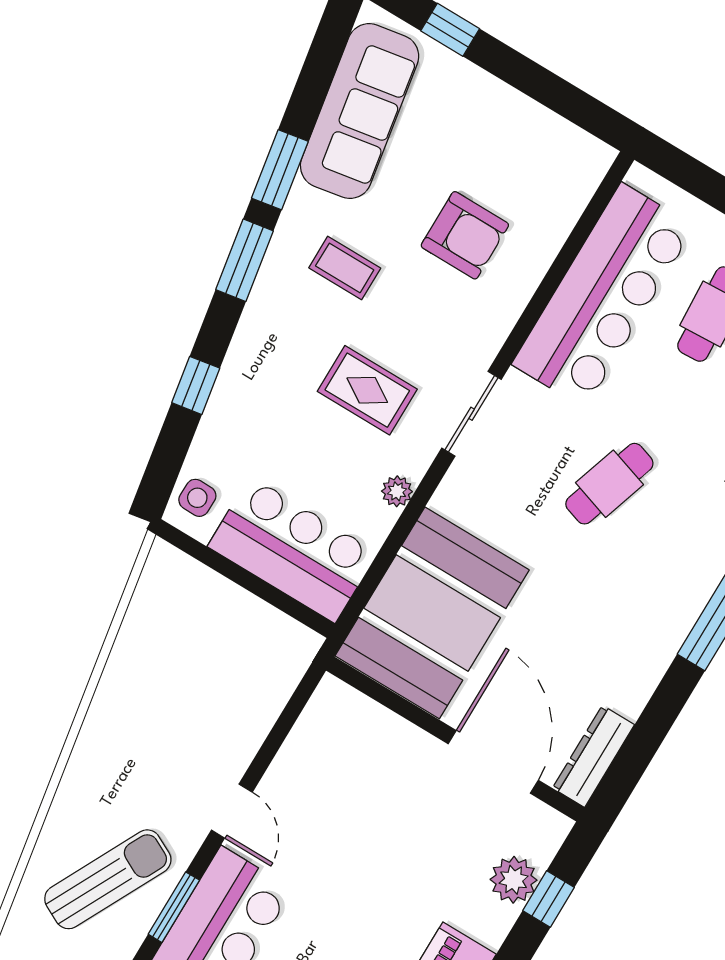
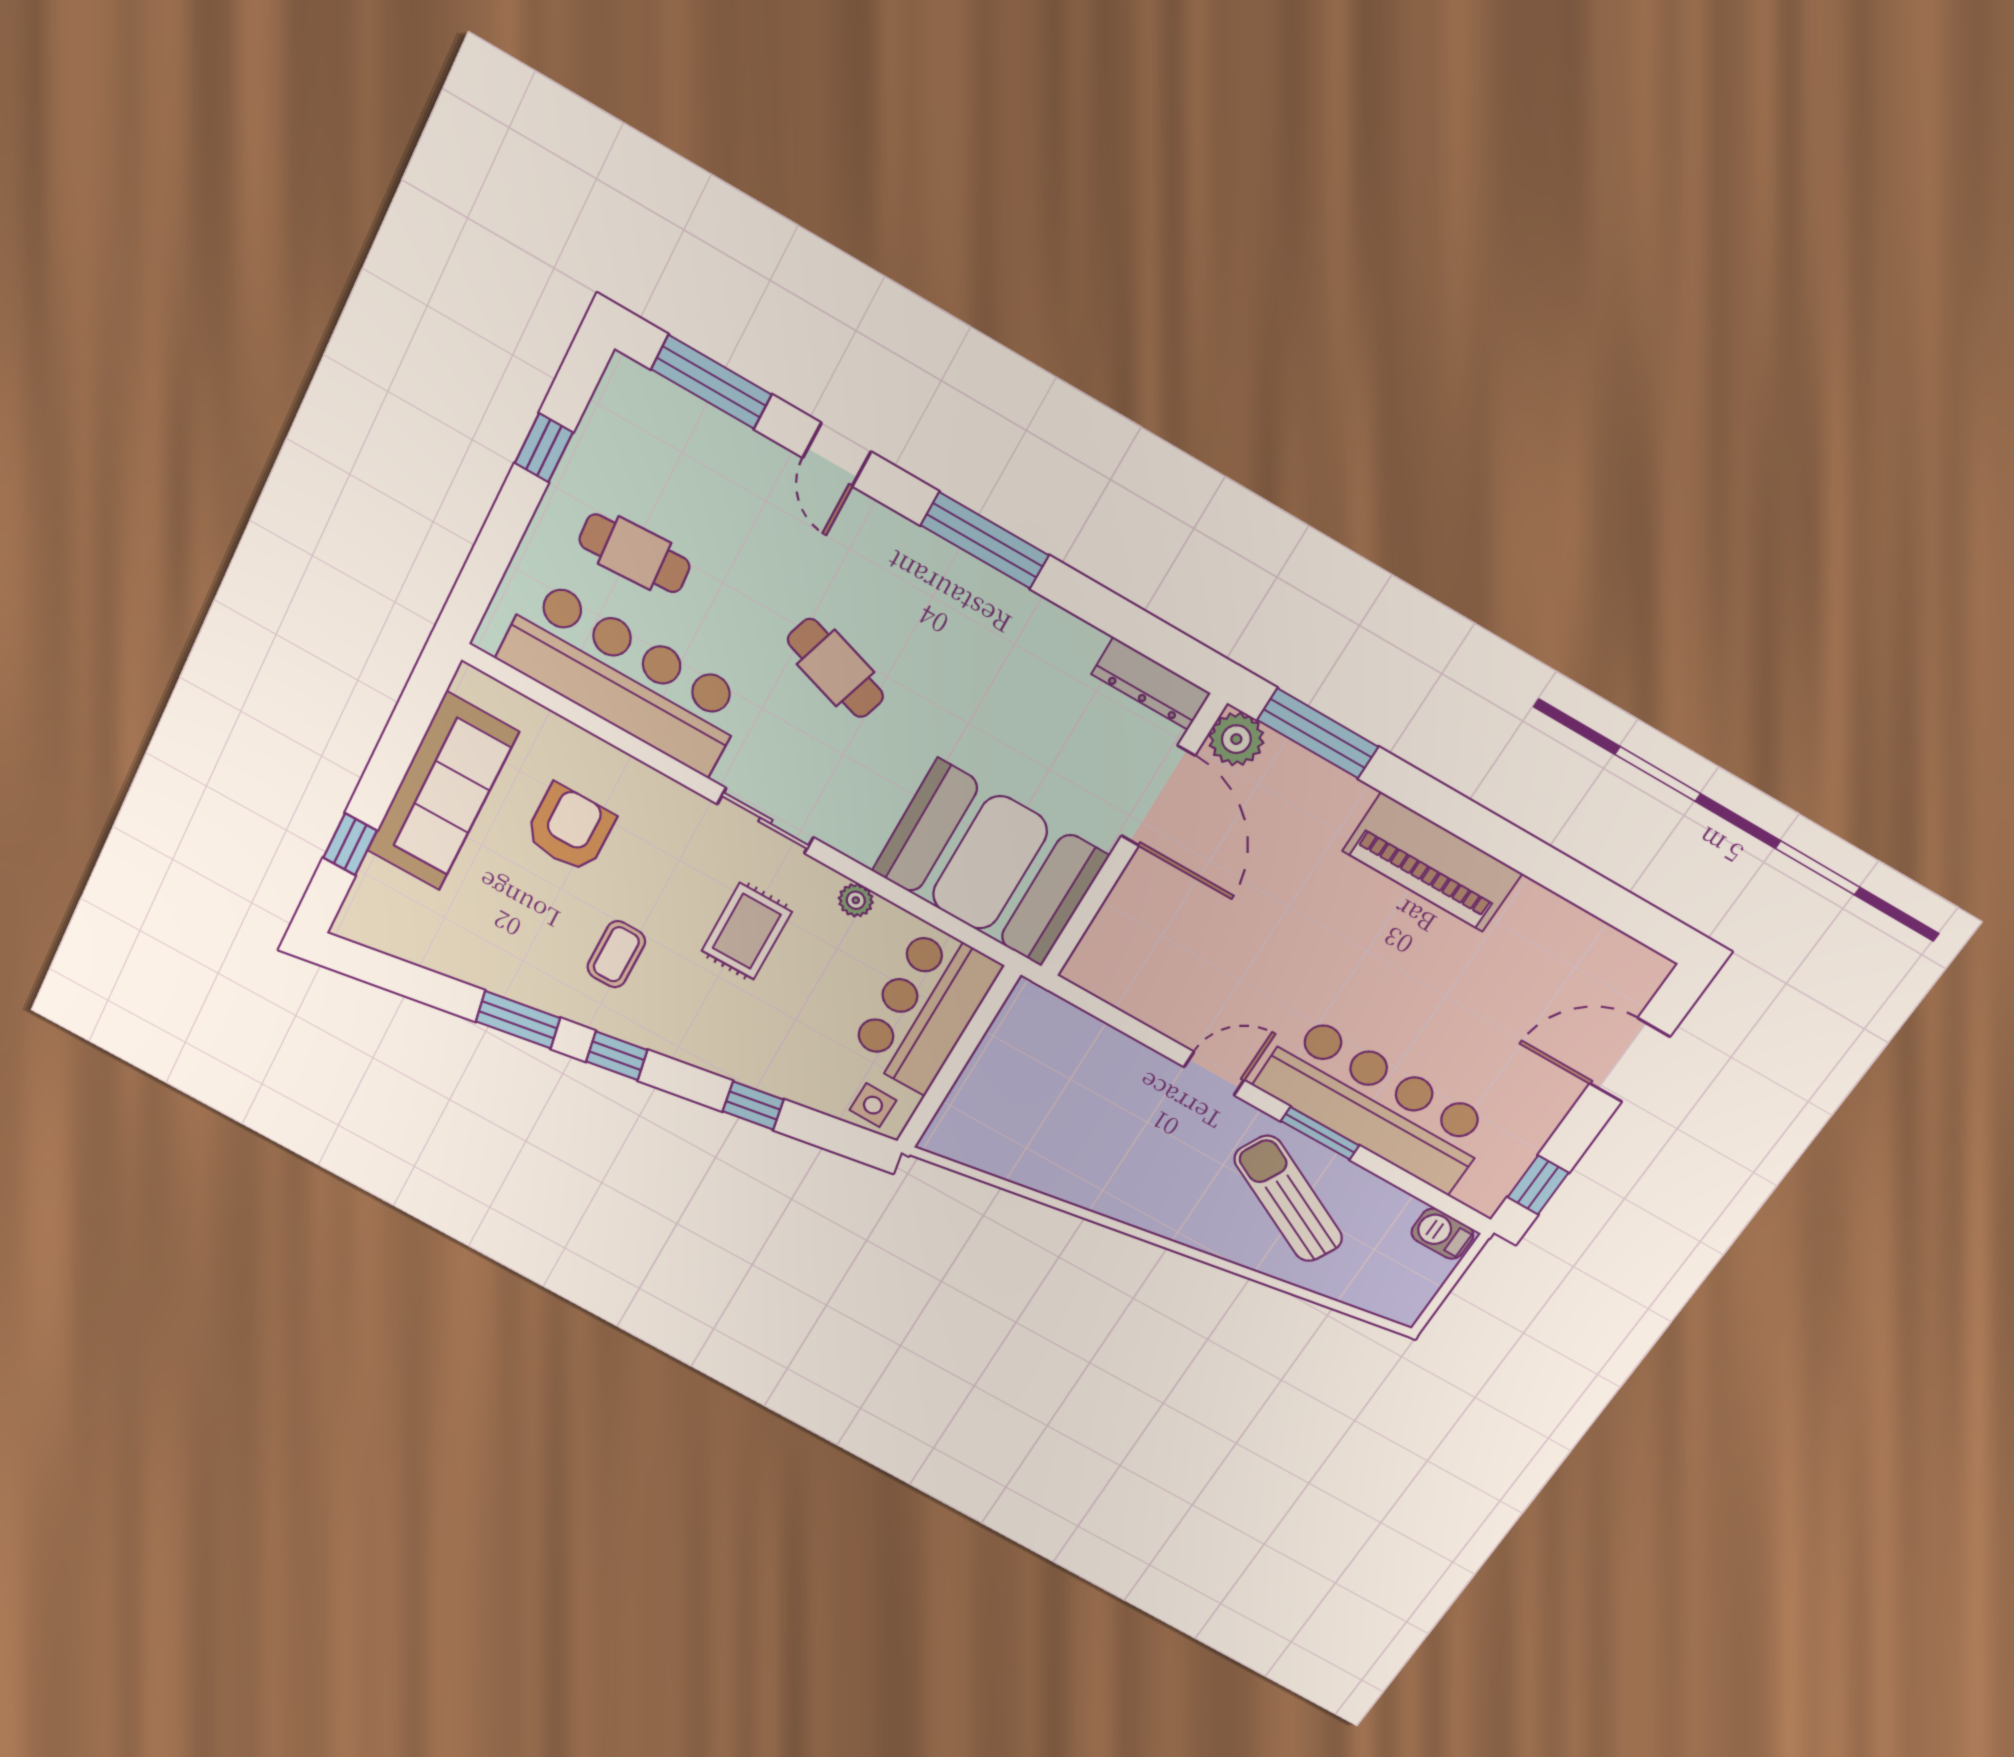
sofa: (360, 111) -> (443, 792), moved, turned 100
window: (245, 260) -> (617, 1056), width x0.67
door: (493, 762) -> (1158, 796), swing flipped
plant: (514, 880) -> (1236, 739), moved
window: (548, 899) -> (1318, 733), width x2.17

